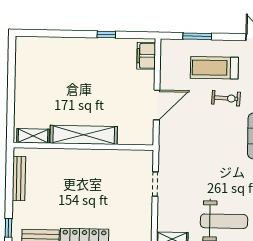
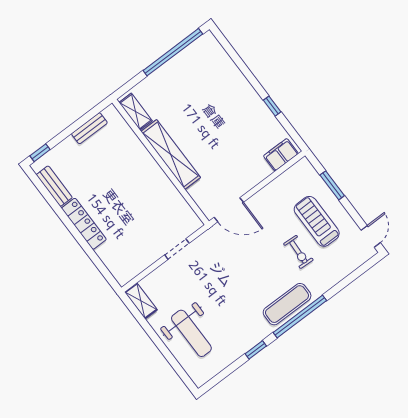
window: (11, 75) -> (173, 52), added
door: (157, 105) -> (229, 210), moved
bench: (19, 178) -> (89, 128), width x0.73

